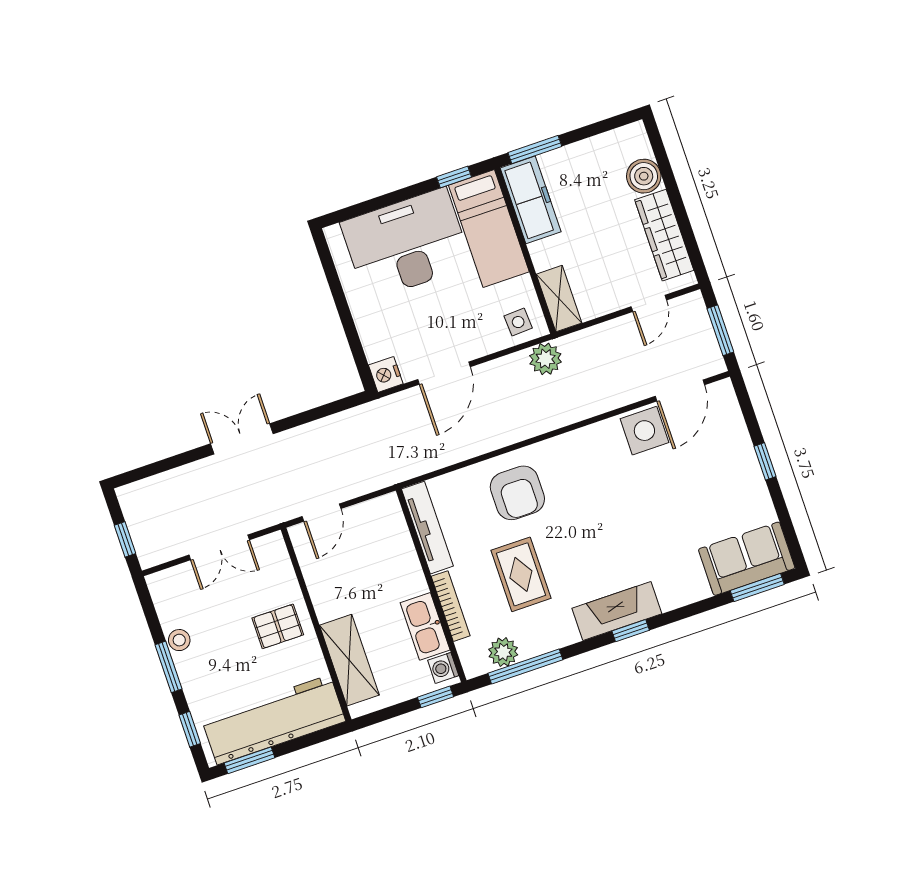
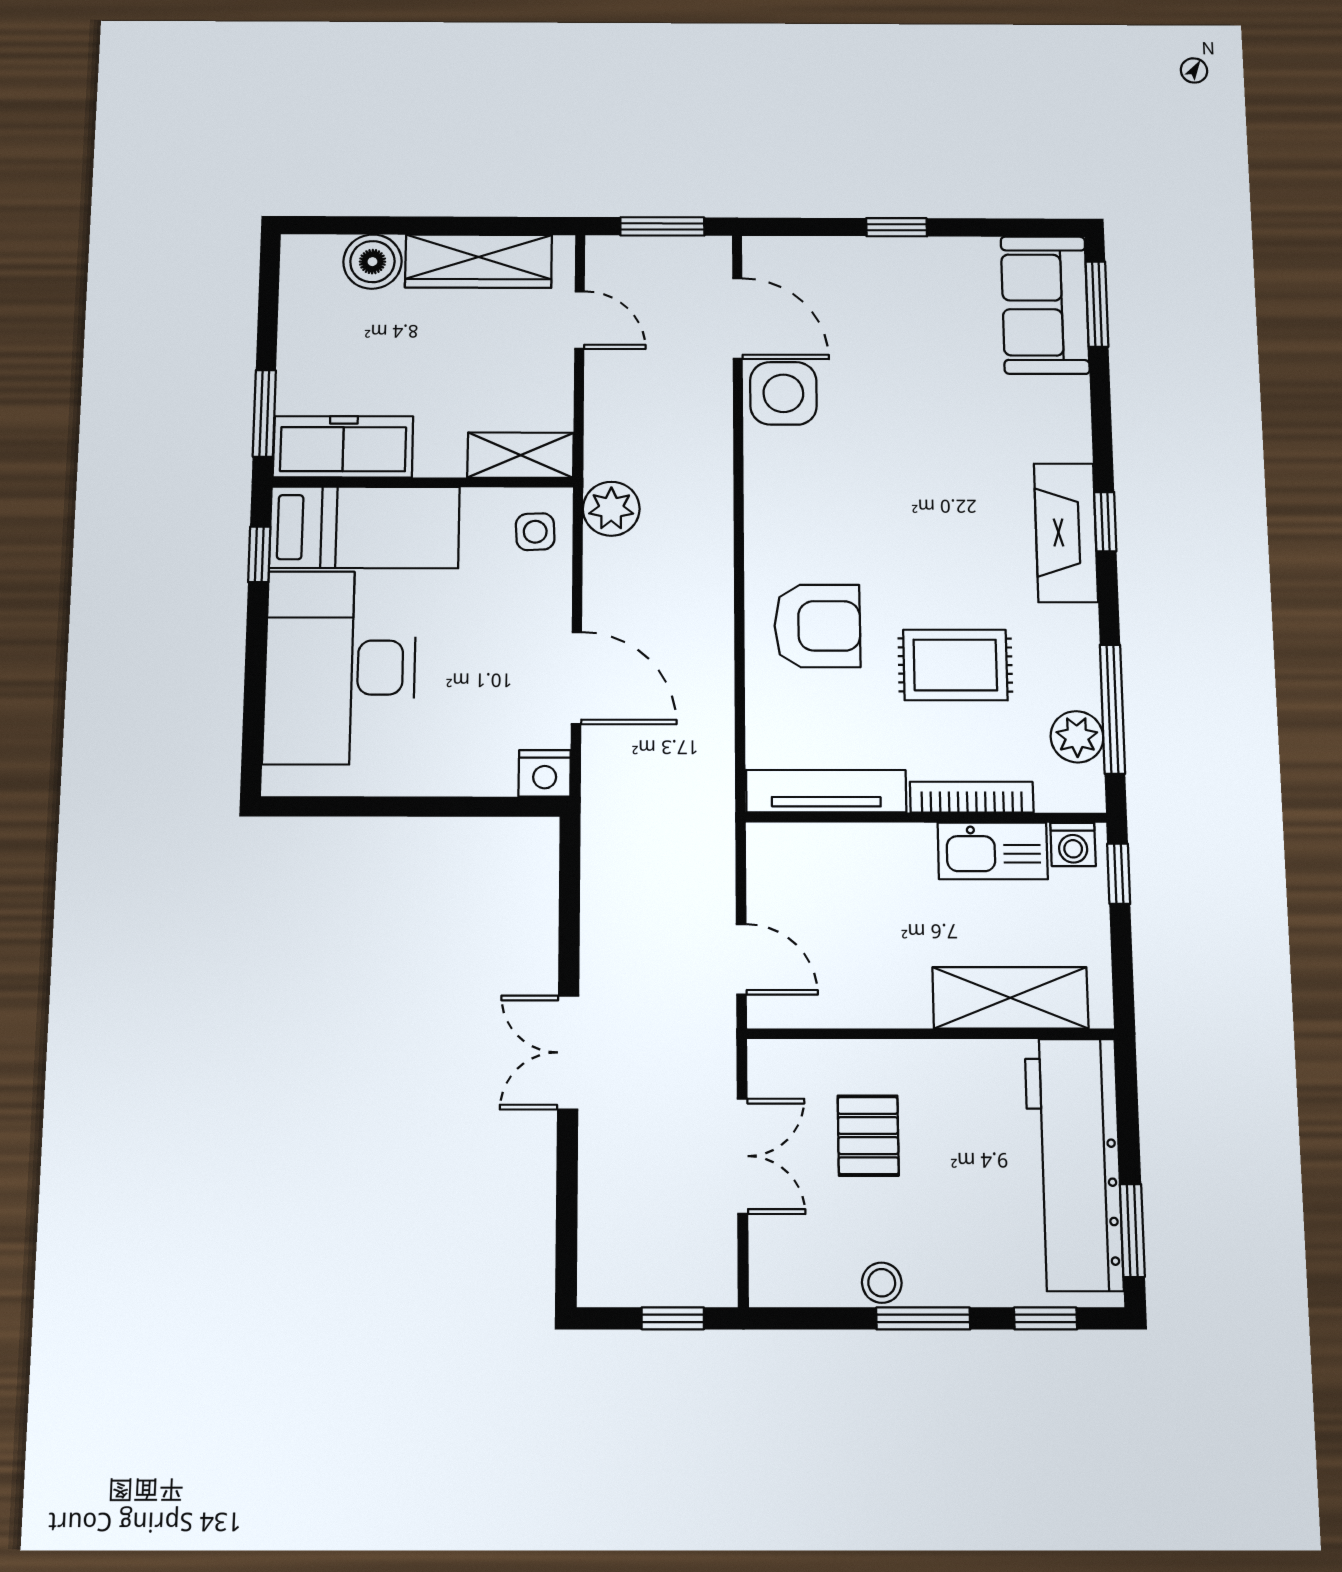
pallet: (278, 626) -> (868, 1136), moved

